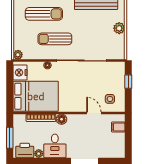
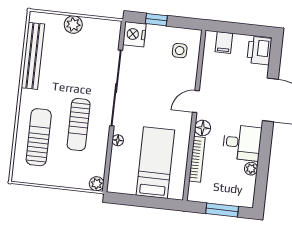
nightstand: (20, 73) -> (134, 34), moved, turned 90
bed: (36, 96) -> (155, 163), width x0.67
door: (94, 113) -> (196, 102), moved
printer: (25, 150) -> (259, 51), moved

